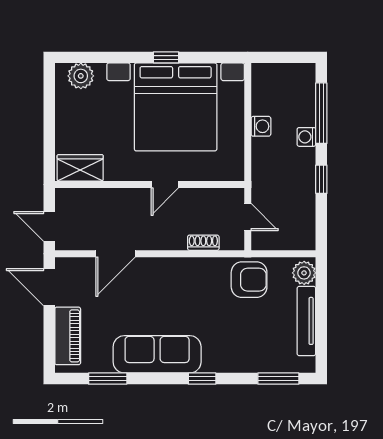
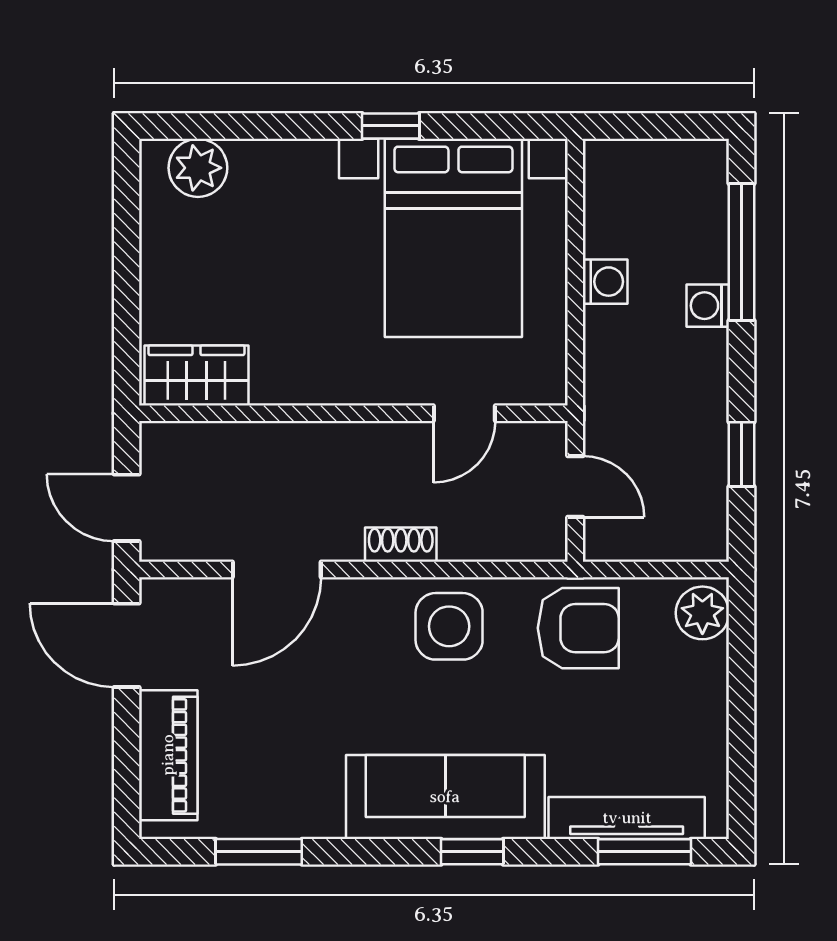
bed with nightstands: (176, 107) -> (453, 238), width x0.73
window: (321, 179) -> (742, 454), moved
door: (165, 185) -> (464, 413), moved
shoe rack: (203, 243) -> (401, 545), moved
side table: (192, 279) -> (449, 626), added
tv unit: (306, 321) -> (627, 818), moved, turned 90
sofa: (157, 354) -> (445, 797), moved

